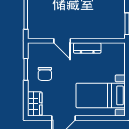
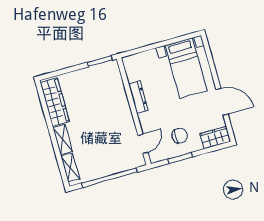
door: (62, 41) -> (143, 144), moved

